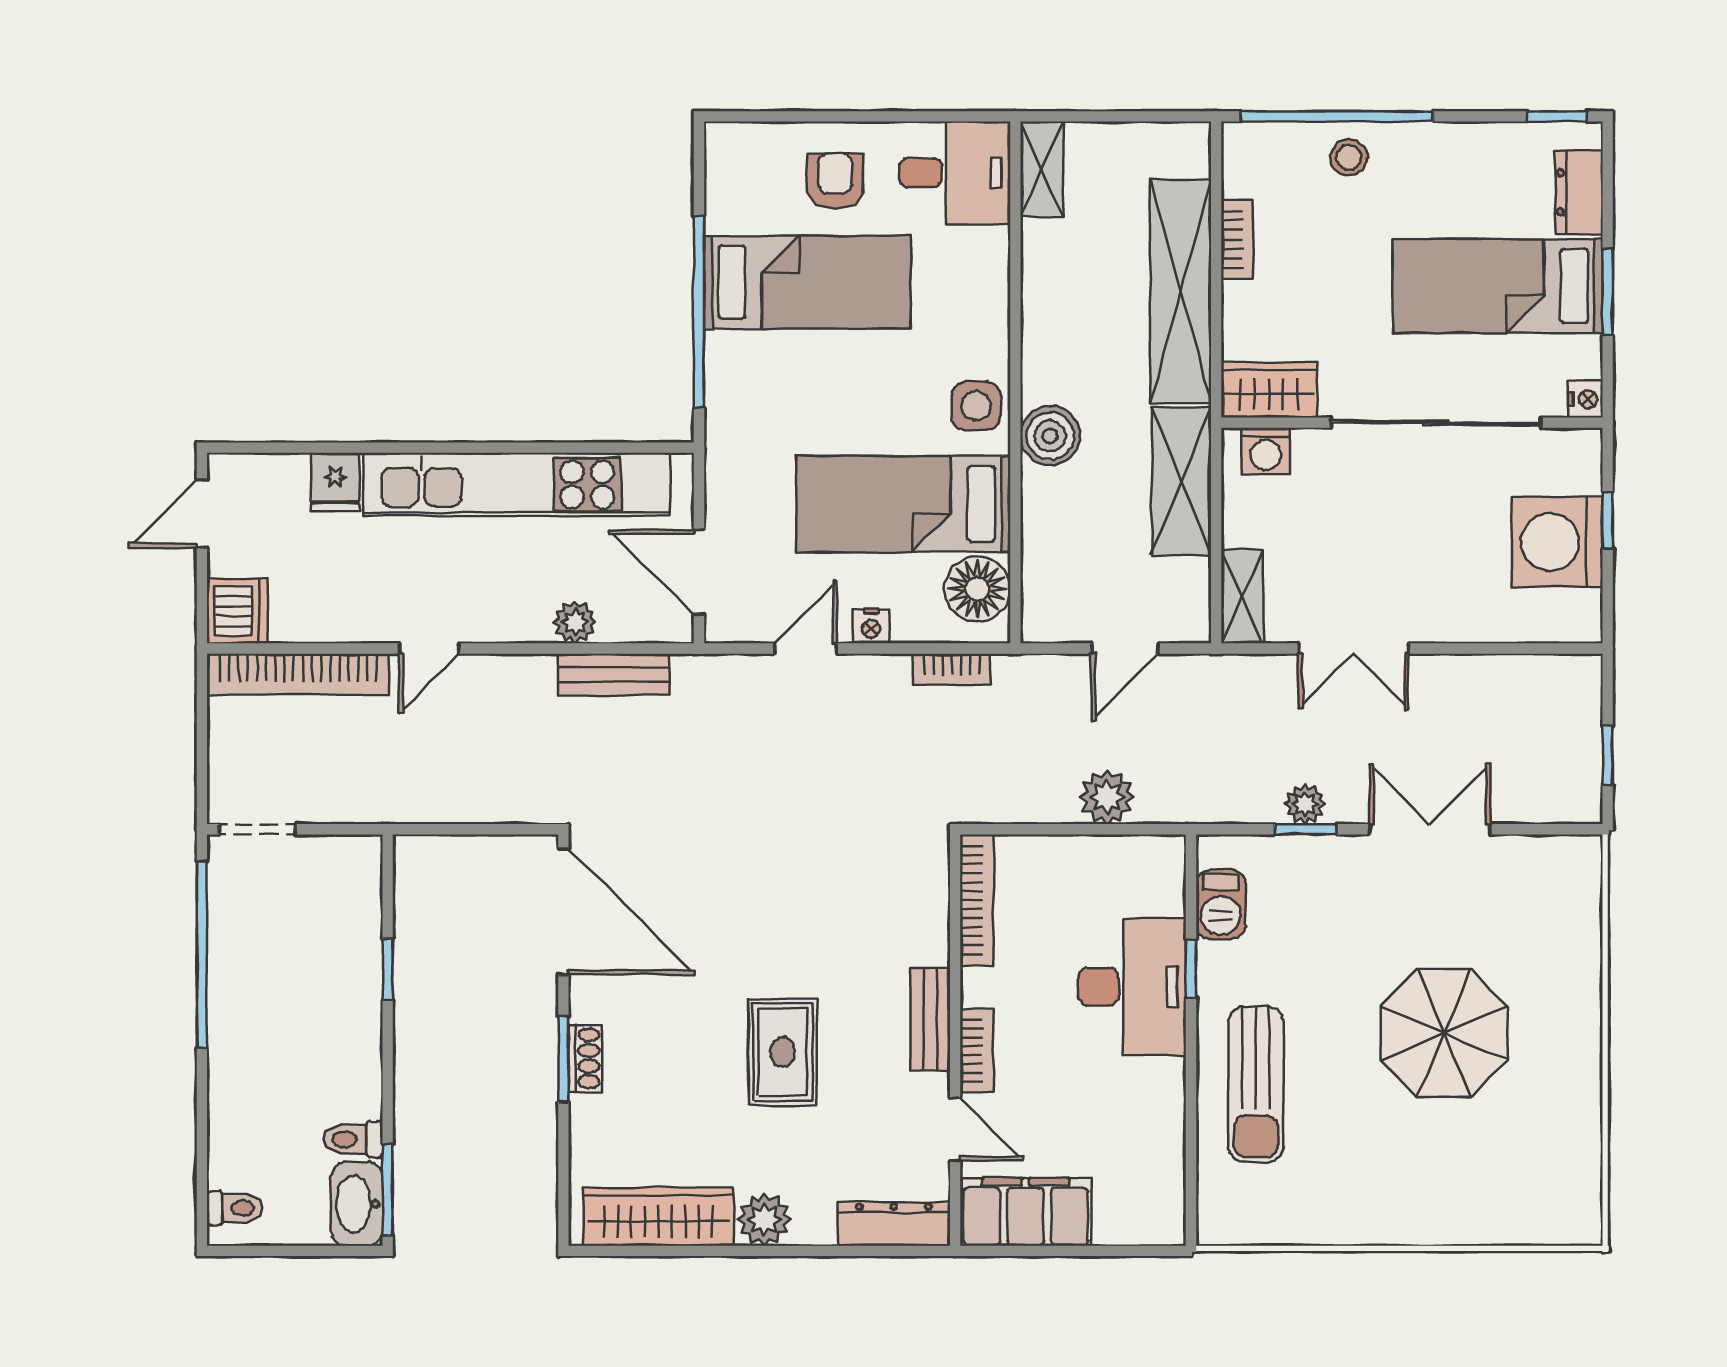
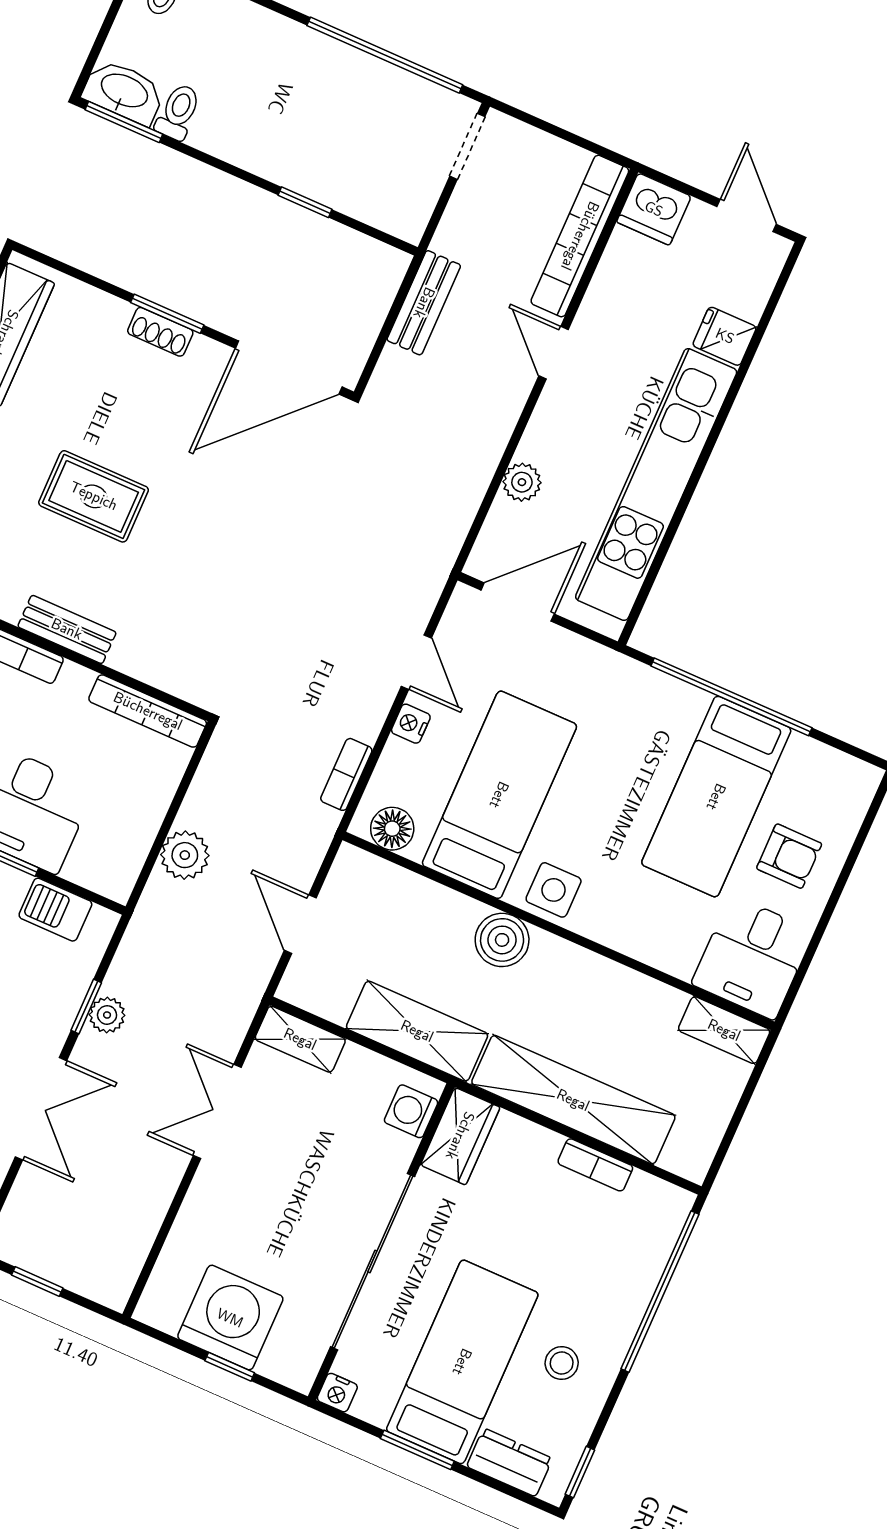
stool: (1349, 157) -> (562, 1363), moved
floor lamp: (977, 589) -> (392, 829), width x0.73, depth x0.73
bench: (614, 675) -> (424, 303), moved

